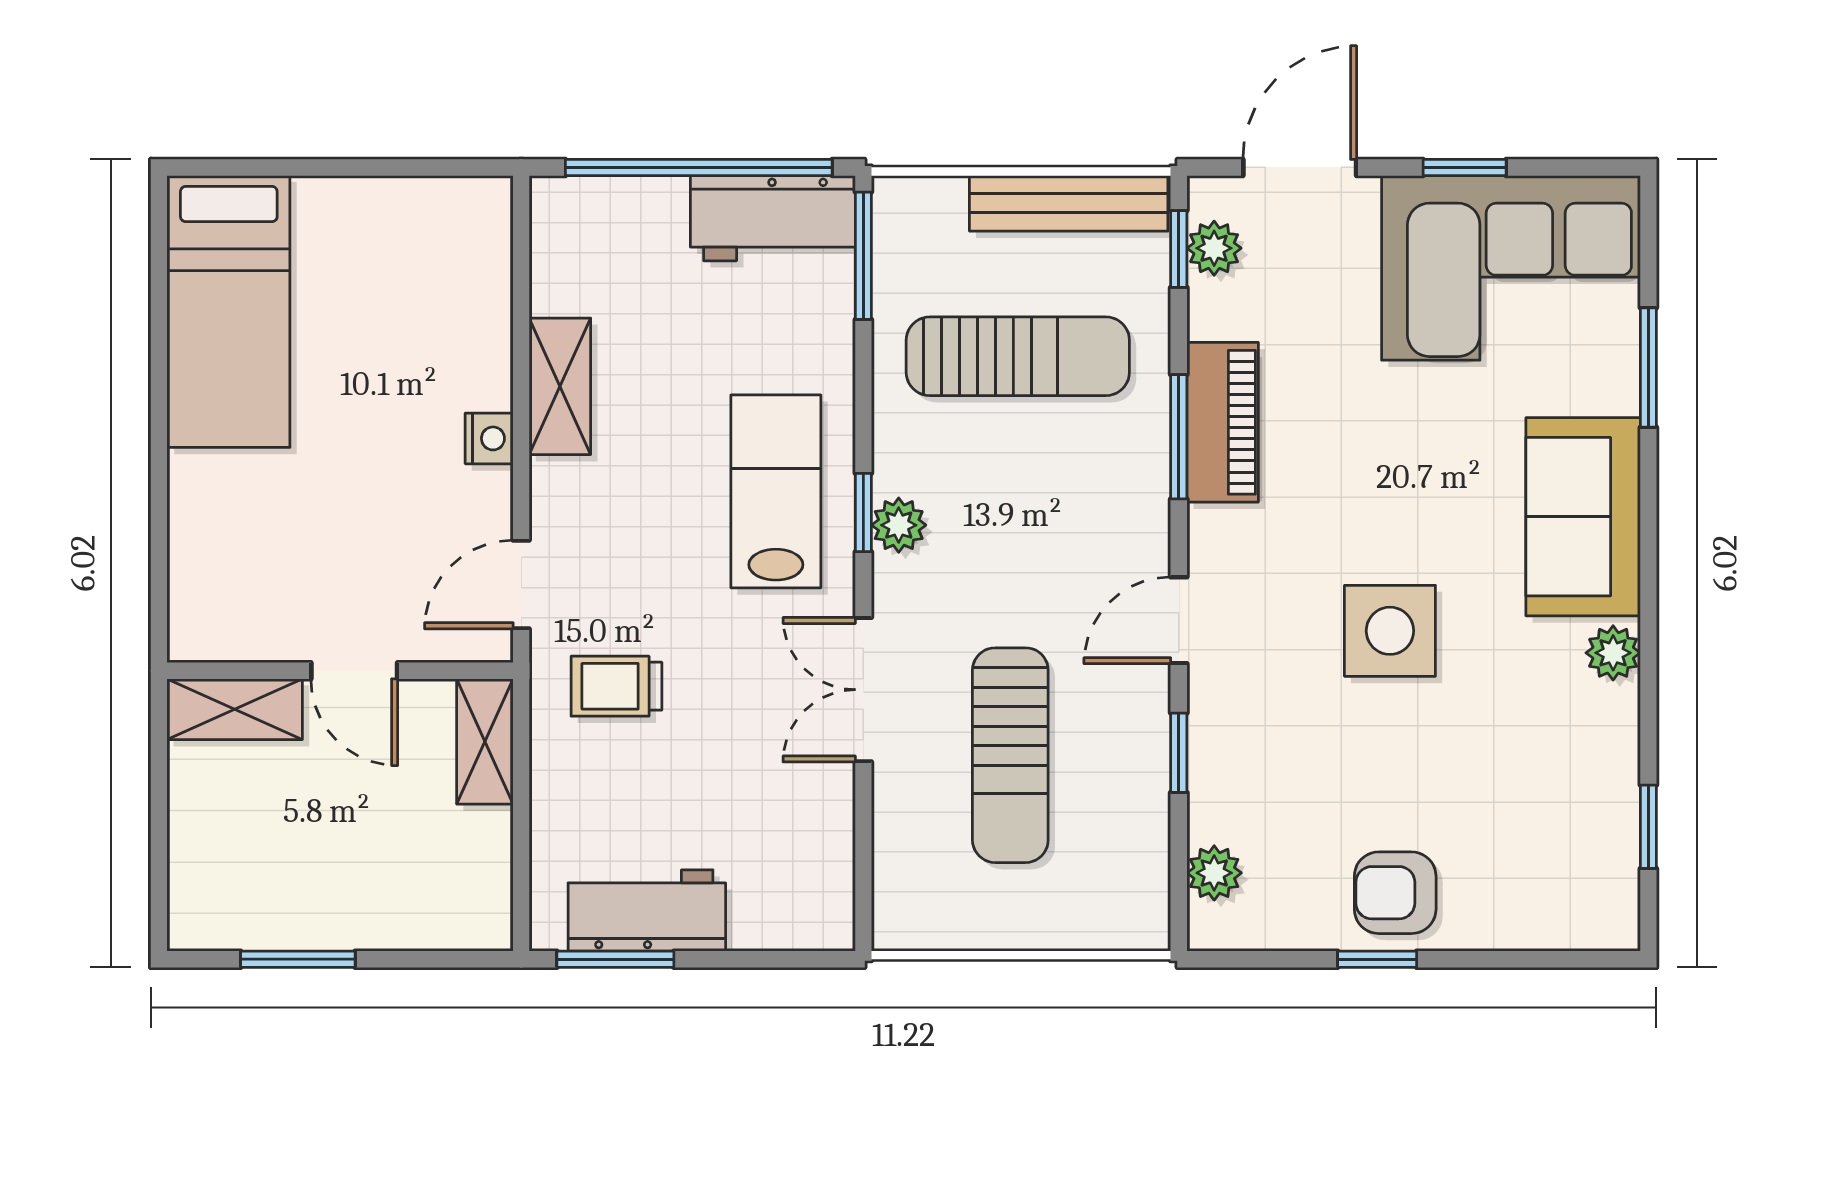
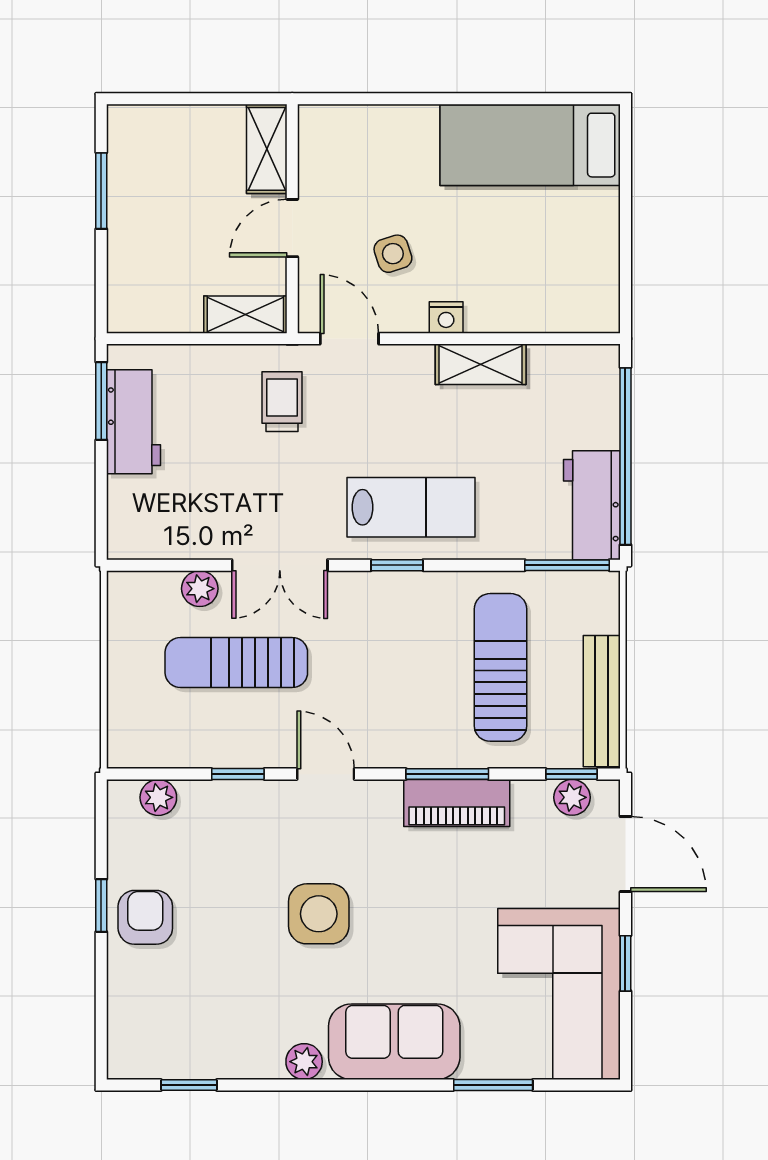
sun lounger: (1018, 356) -> (500, 667), turned 180
side table: (393, 519) -> (393, 254), added
plant: (899, 525) -> (200, 589), moved
double door: (863, 690) -> (280, 565), swing flipped

